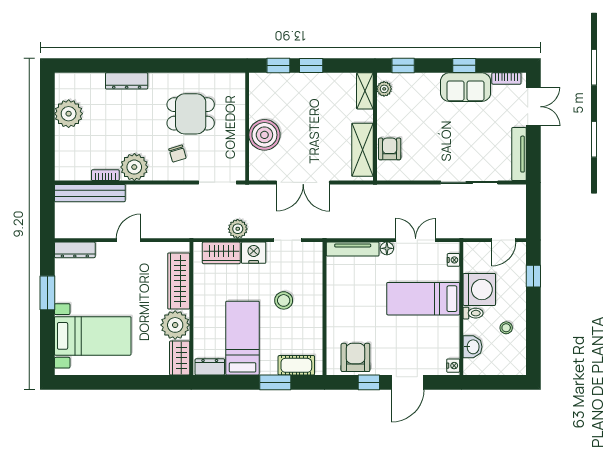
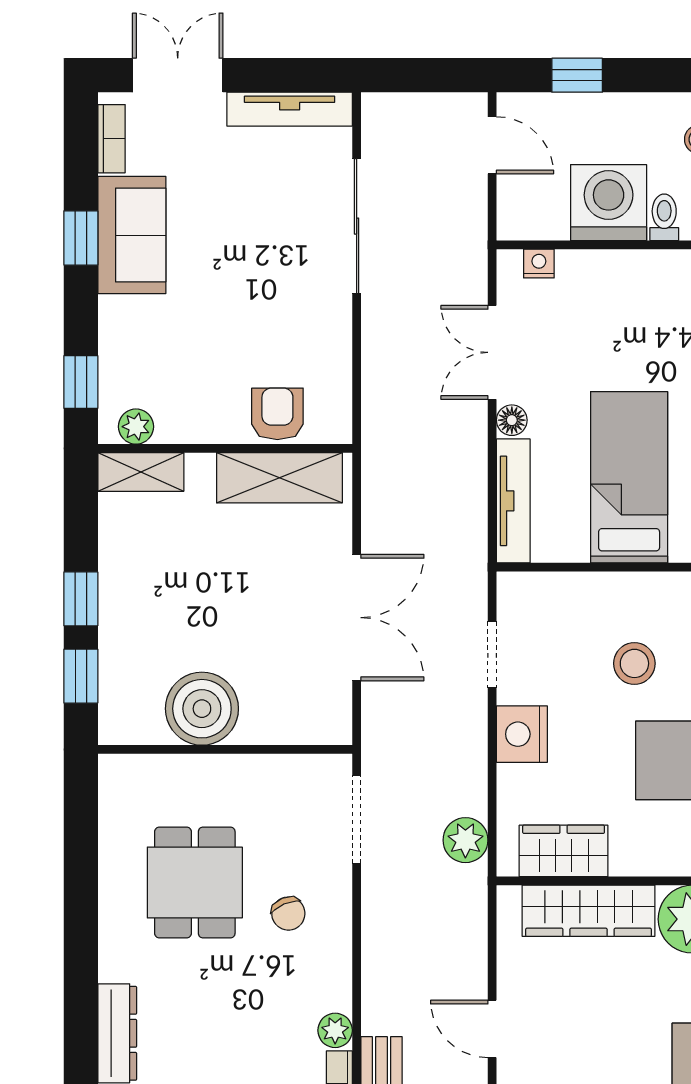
boiler: (264, 135) -> (202, 709), moved
armchair: (390, 149) -> (277, 414), turned 90
chair: (177, 154) -> (288, 914), turned 84
plant: (134, 167) -> (335, 1030), width x0.53, depth x0.53
plant: (238, 229) -> (465, 840), moved
wardrobe: (221, 253) -> (564, 851), moved, turned -90
bed: (423, 299) -> (629, 477), moved, turned 180

